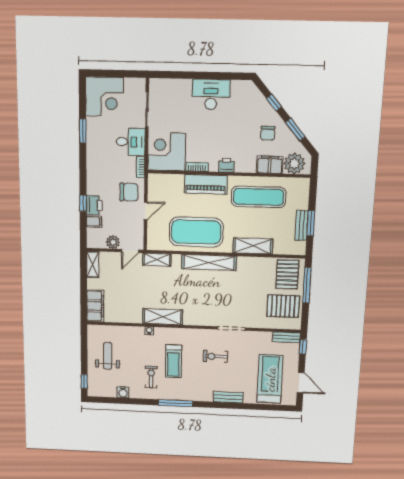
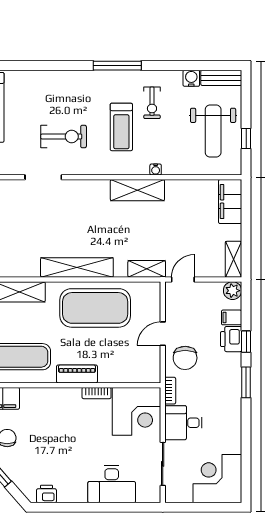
desk: (211, 94) -> (112, 484), moved
window: (83, 131) -> (246, 382), moved
printer: (227, 165) -> (46, 494), moved, turned 180
piano: (206, 184) -> (77, 374), width x0.73, depth x0.75
chair: (129, 192) -> (185, 358), turned -90
plant: (113, 242) -> (233, 291), moved
weight bench: (108, 356) -> (213, 131), width x1.36, depth x1.33
exercise bike: (216, 356) -> (64, 136), width x1.38, depth x1.39
treadmill: (173, 361) -> (121, 127), turned 180
window: (84, 381) -> (246, 139), moved
bench: (228, 397) -> (221, 78), moved

